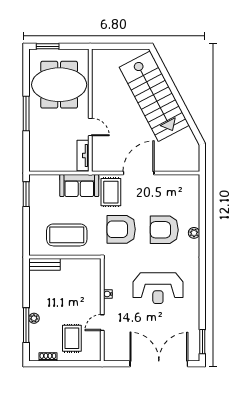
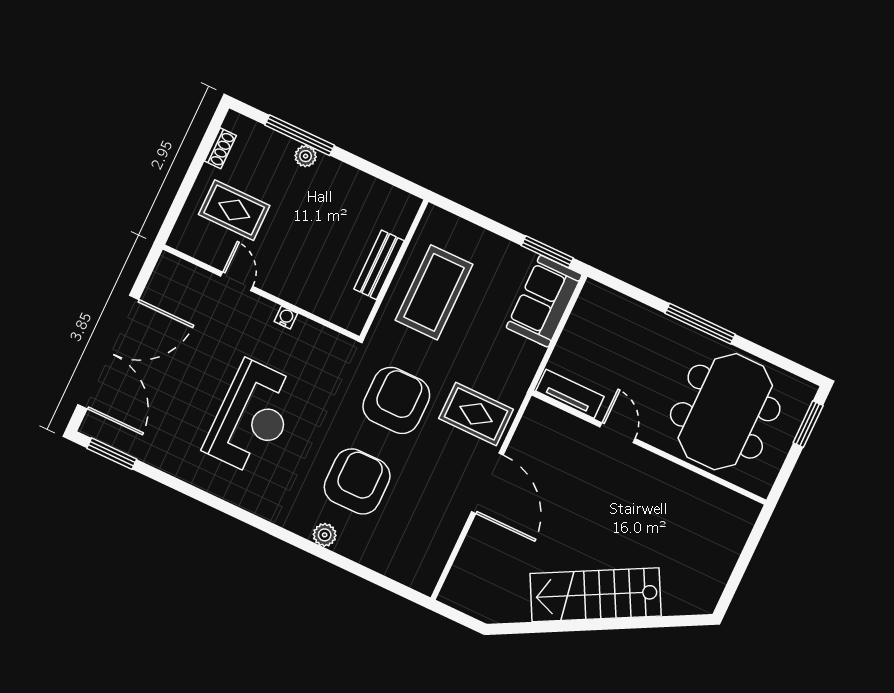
stairs: (154, 96) -> (596, 595), width x0.73, depth x0.66
door: (90, 127) -> (618, 433), swing flipped
sofa: (79, 186) -> (544, 301), moved
bench: (44, 264) -> (379, 265), moved
reception desk: (158, 288) -> (252, 418), turned 180

